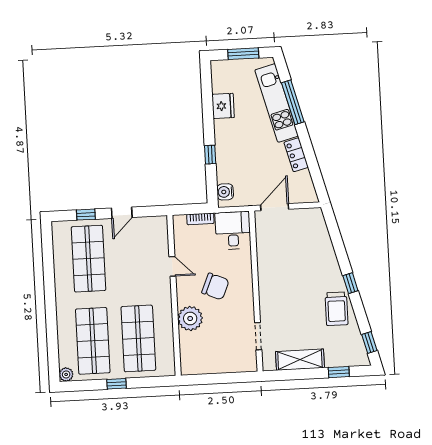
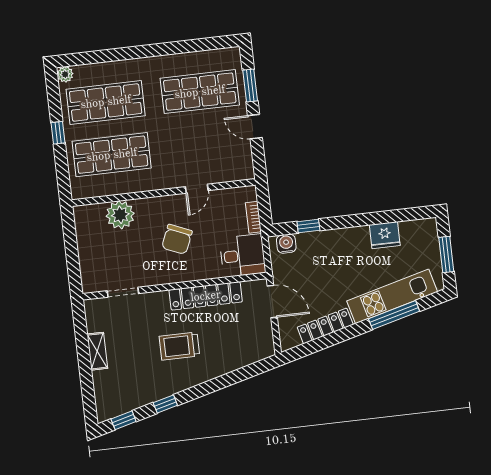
window: (210, 155) -> (308, 226), moved
locker: (296, 155) -> (325, 326), width x1.53
window: (86, 215) -> (250, 86), width x1.50
locker: (266, 265) -> (206, 296), added
window: (350, 283) -> (165, 404), moved
trolley: (336, 309) -> (179, 346), moved
plant: (190, 318) -> (120, 215), moved
shelving: (300, 360) -> (97, 351), width x0.67, depth x0.75
window: (339, 372) -> (87, 387), removed

